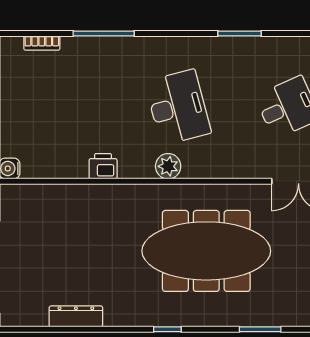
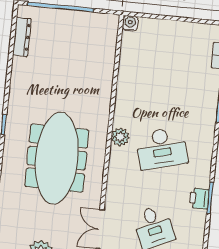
printer: (103, 166) -> (199, 198), moved, turned 180
dresser: (76, 316) -> (22, 37), moved

